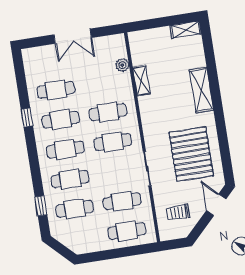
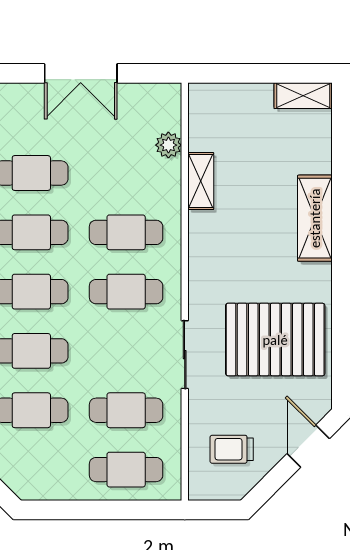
pallet: (191, 154) -> (275, 340), turned 90

